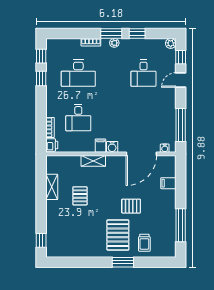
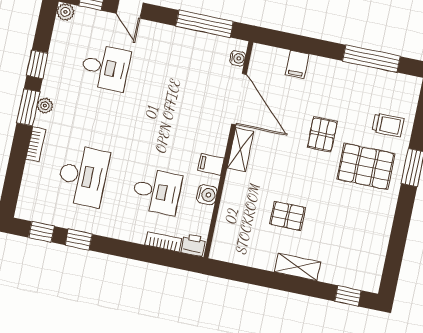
water cooler: (112, 147) -> (207, 195), moved
shelving: (93, 161) -> (240, 150), moved
shelving: (52, 187) -> (298, 267), moved

